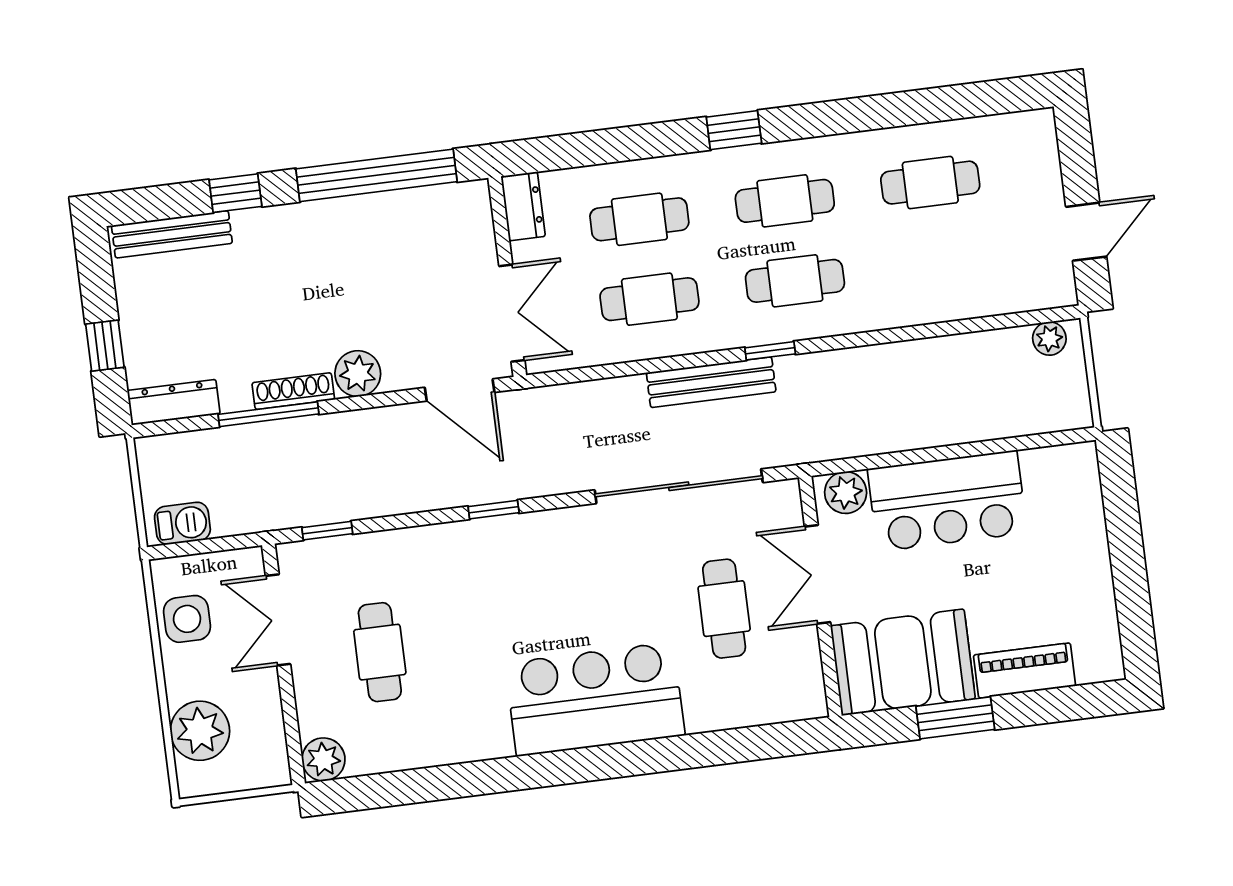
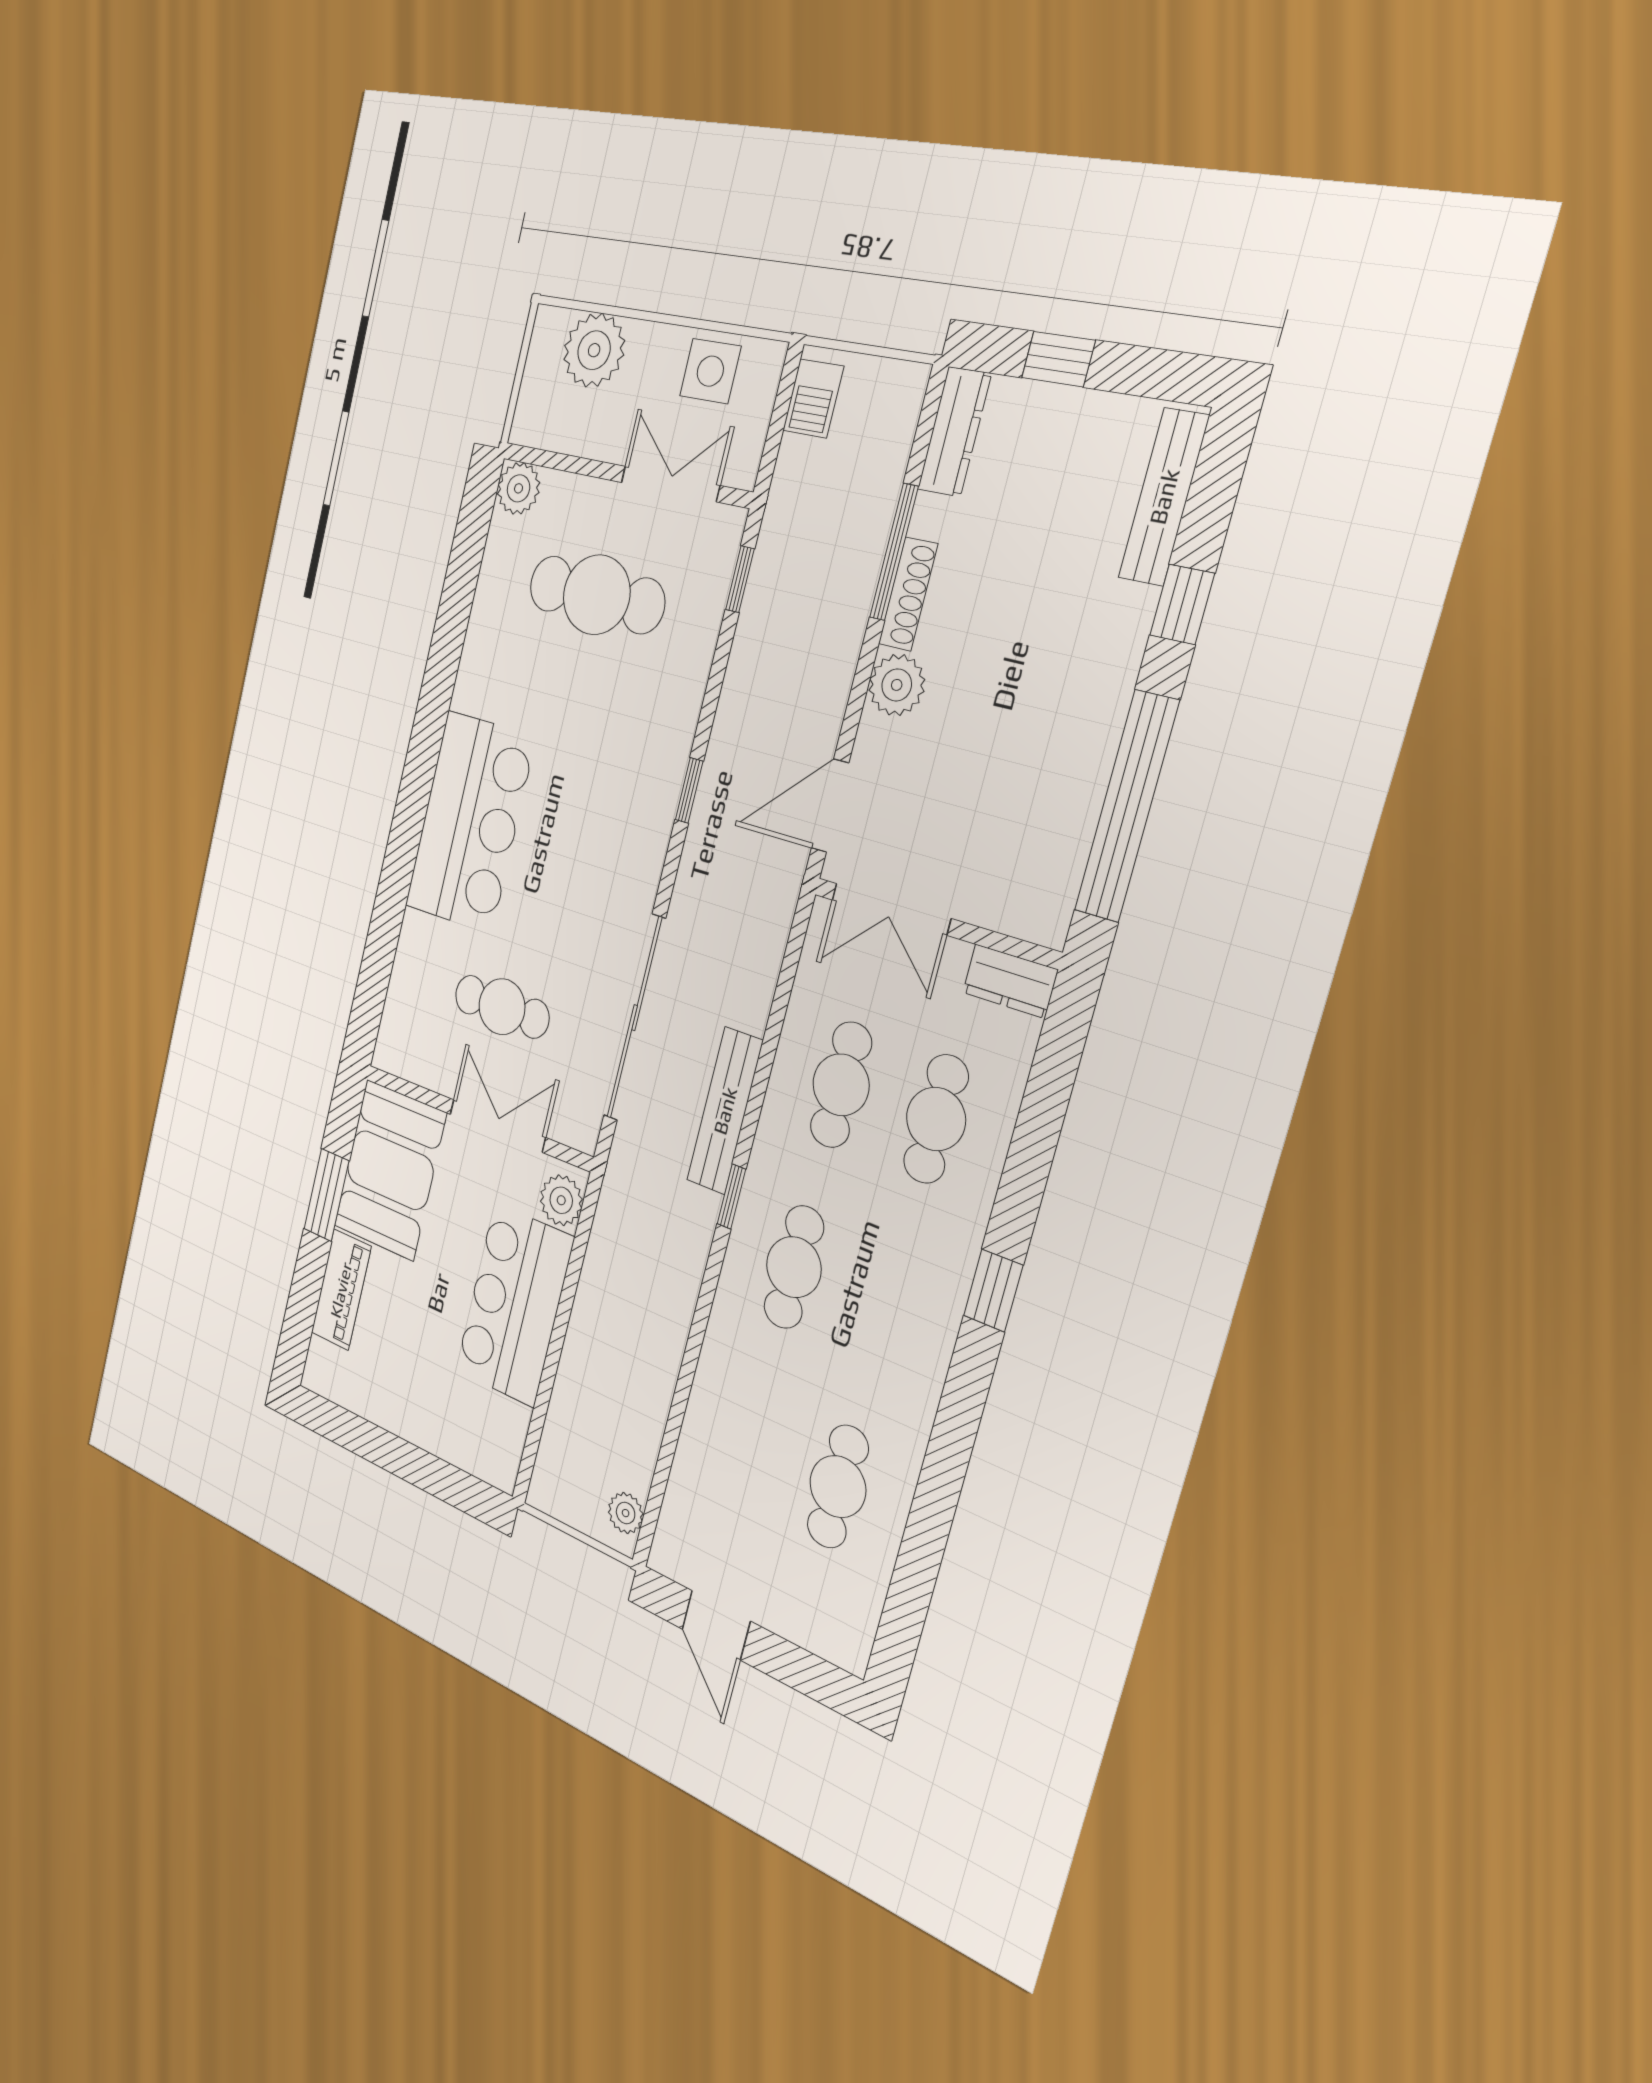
cafe table: (785, 201) -> (886, 1306), removed
cafe table: (380, 652) -> (597, 595), width x1.37, depth x1.35

